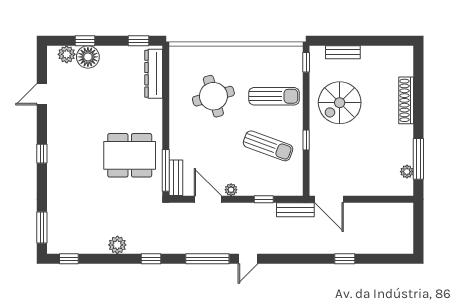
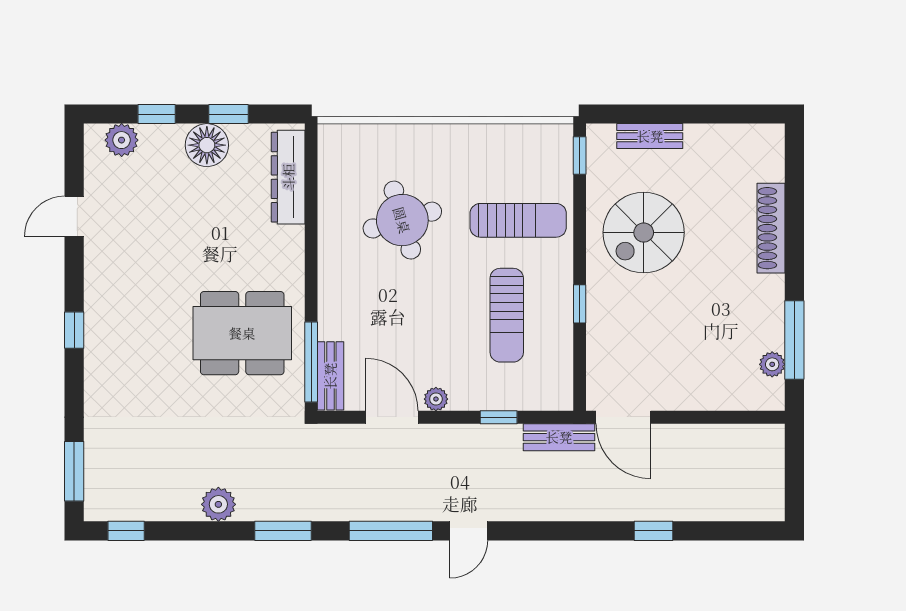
window: (138, 41) -> (228, 114), moved
floor lamp: (88, 57) -> (207, 145), moved
sun lounger: (268, 146) -> (507, 315), turned 70
window: (151, 259) -> (283, 531), width x1.50

